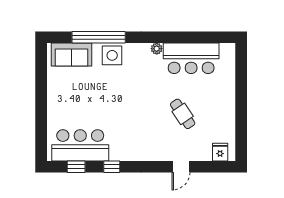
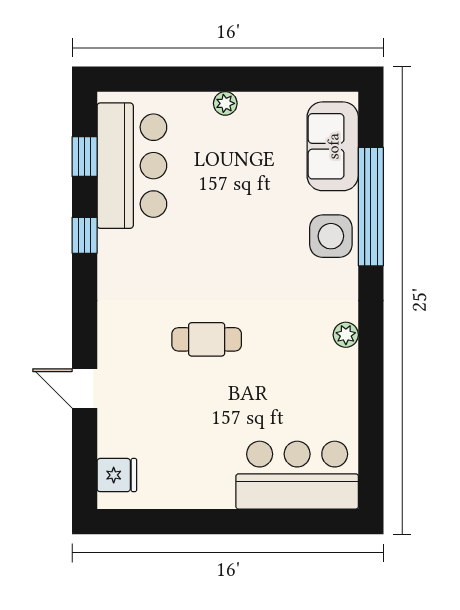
bar counter: (191, 58) -> (297, 475), moved, turned 90
plant: (52, 103) -> (225, 103), added
cafe table: (183, 114) -> (207, 339), moved, turned 34

